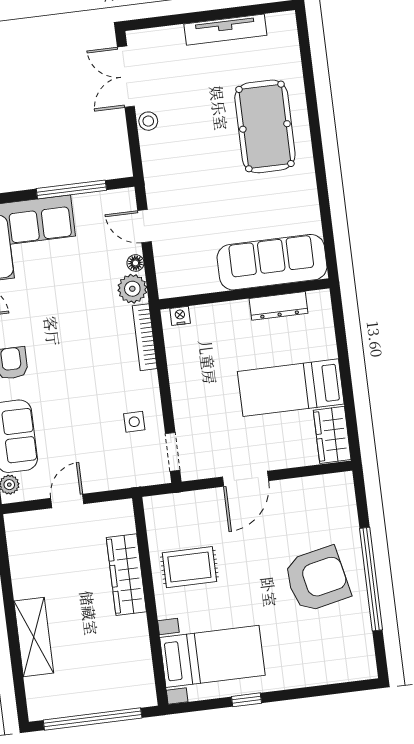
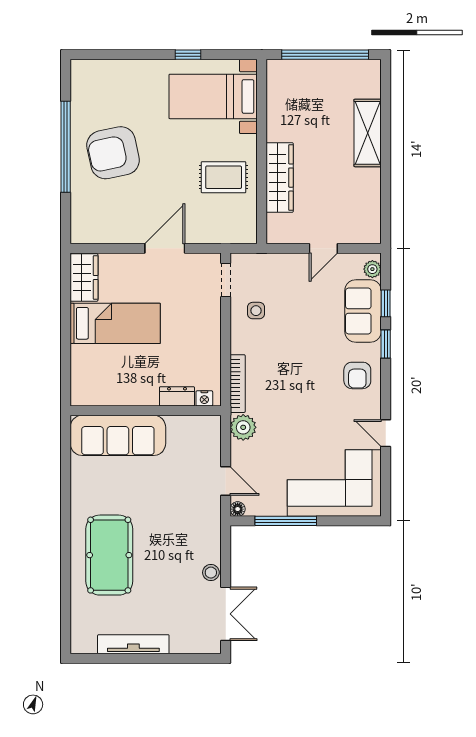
floor lamp: (135, 263) -> (238, 509), moved
dresser: (279, 306) -> (177, 396), moved, width x0.70

